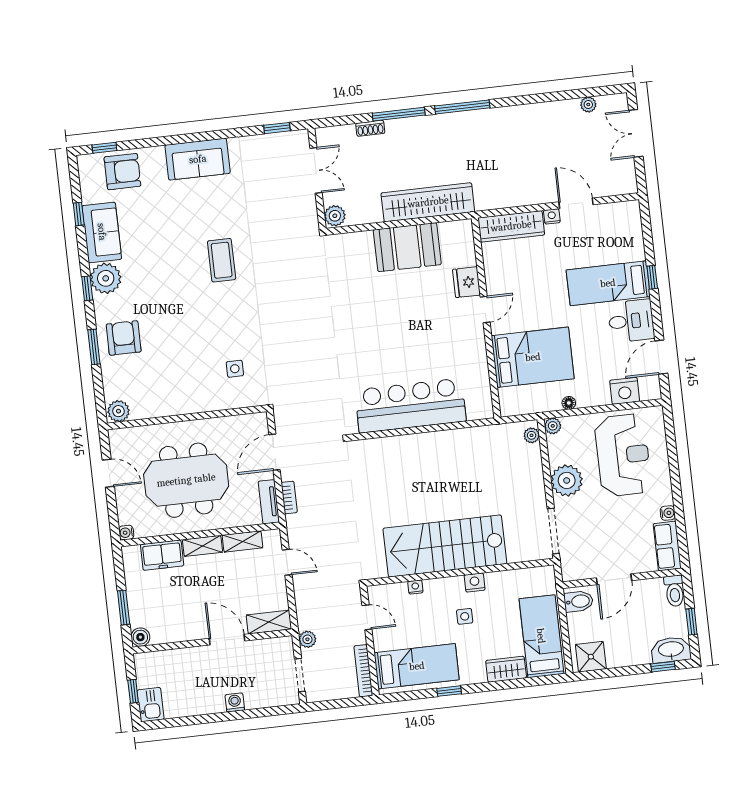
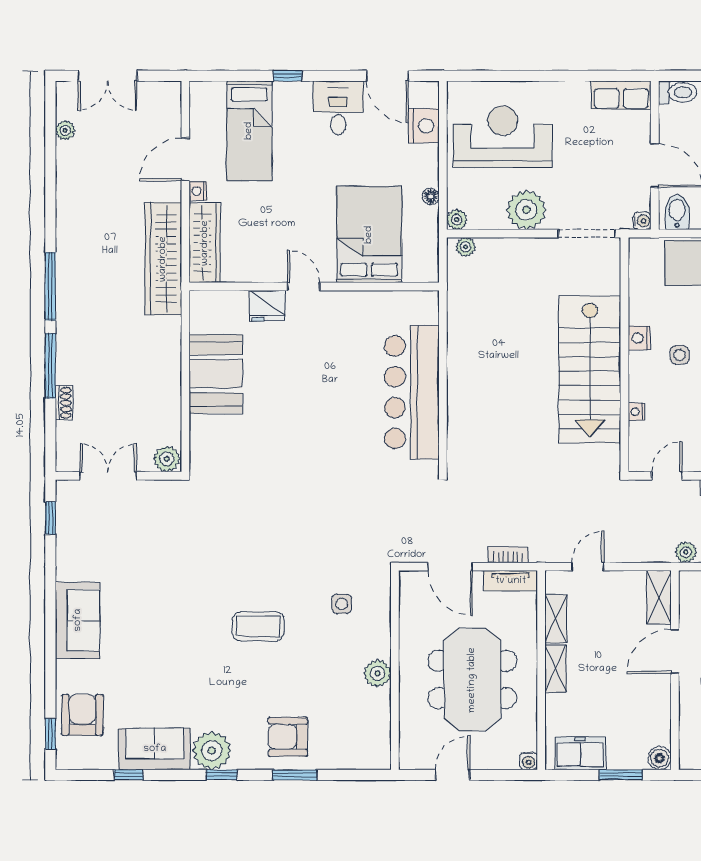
wardrobe: (428, 202) -> (163, 259), moved
coffee table: (222, 260) -> (258, 626), moved
bed: (608, 283) -> (249, 131), moved
plant: (118, 411) -> (378, 673), moved
water cooler: (668, 513) -> (642, 221), moved, turned 90
freezer: (162, 555) -> (580, 753), moved, turned -90

